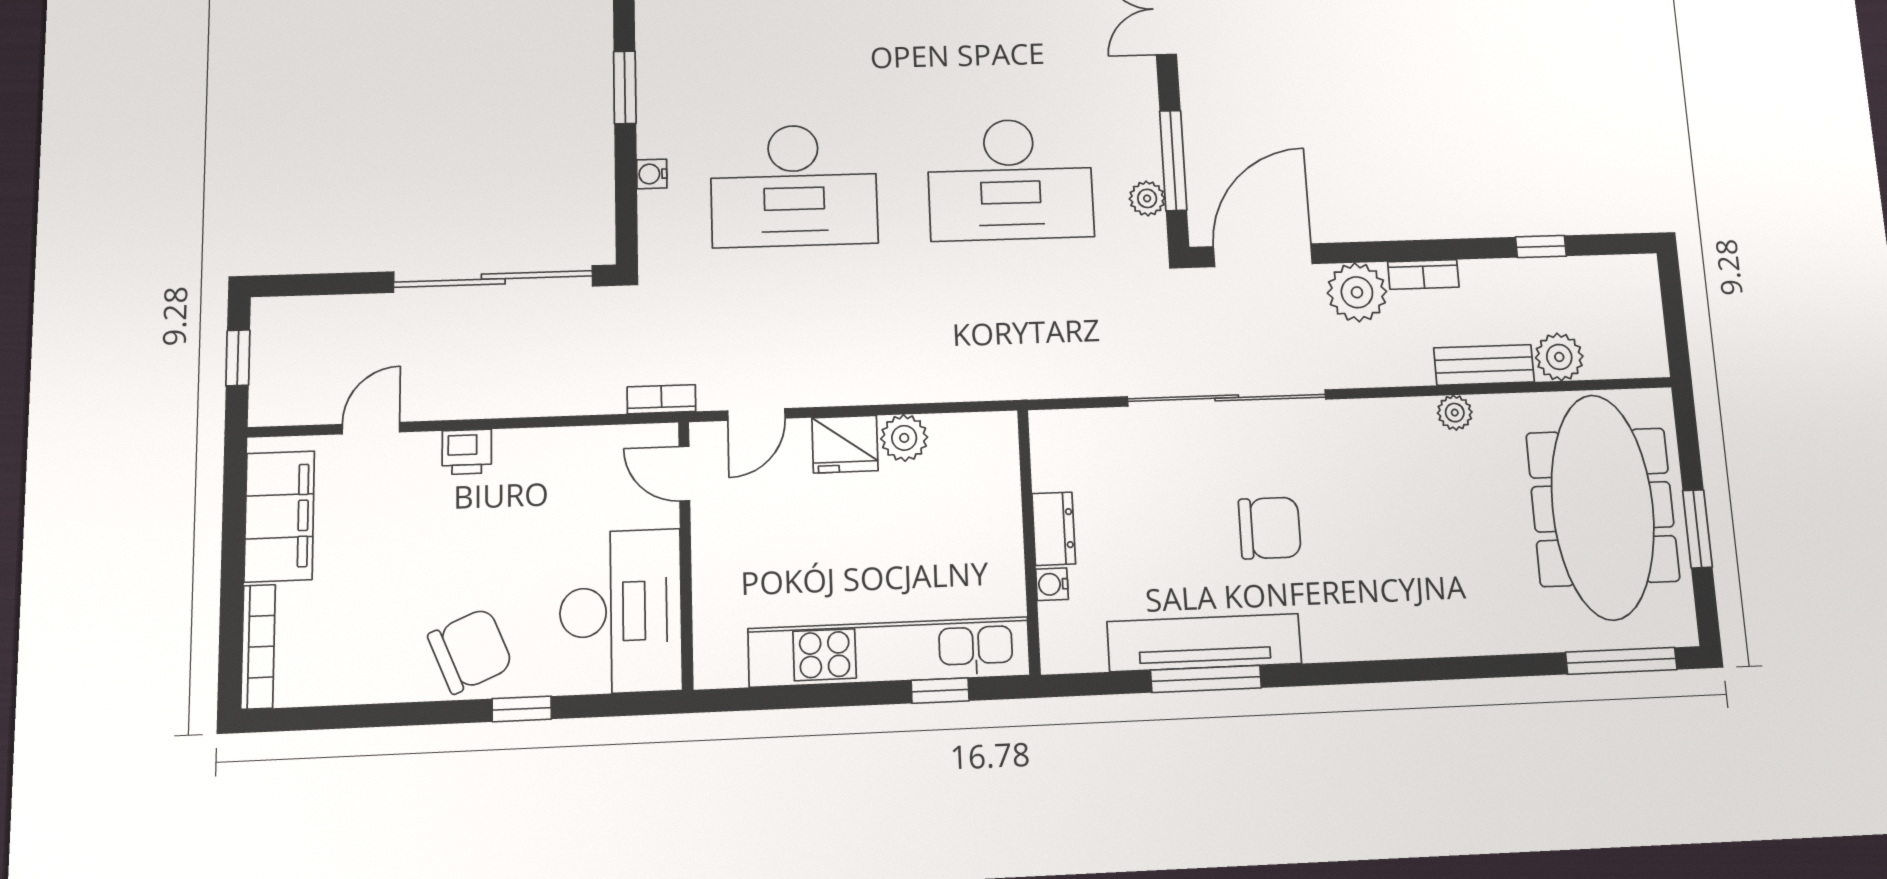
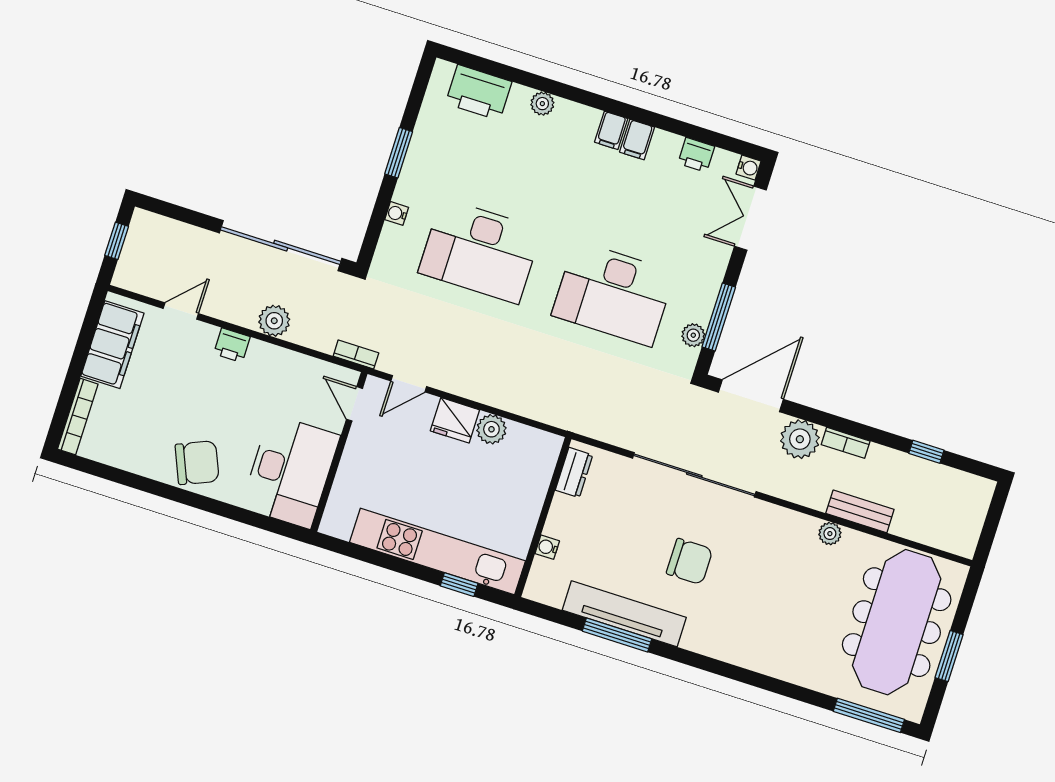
plant: (1559, 357) -> (274, 321), moved
dresser: (1054, 529) -> (574, 473), moved
window: (522, 709) -> (216, 507), removed

